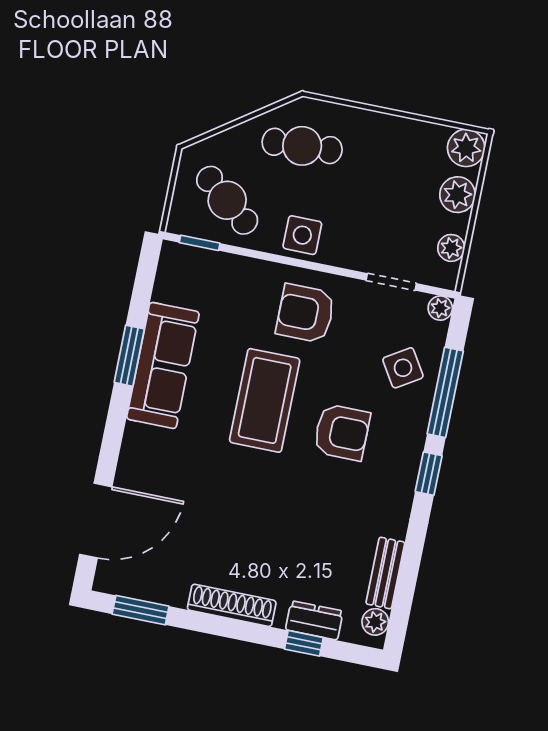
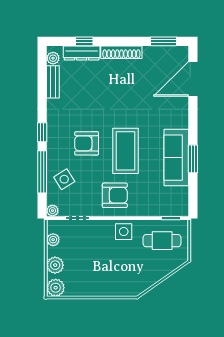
cafe table: (302, 146) -> (132, 273), removed
cafe table: (227, 200) -> (162, 241), turned -39
dresser: (314, 620) -> (82, 53), width x1.44

